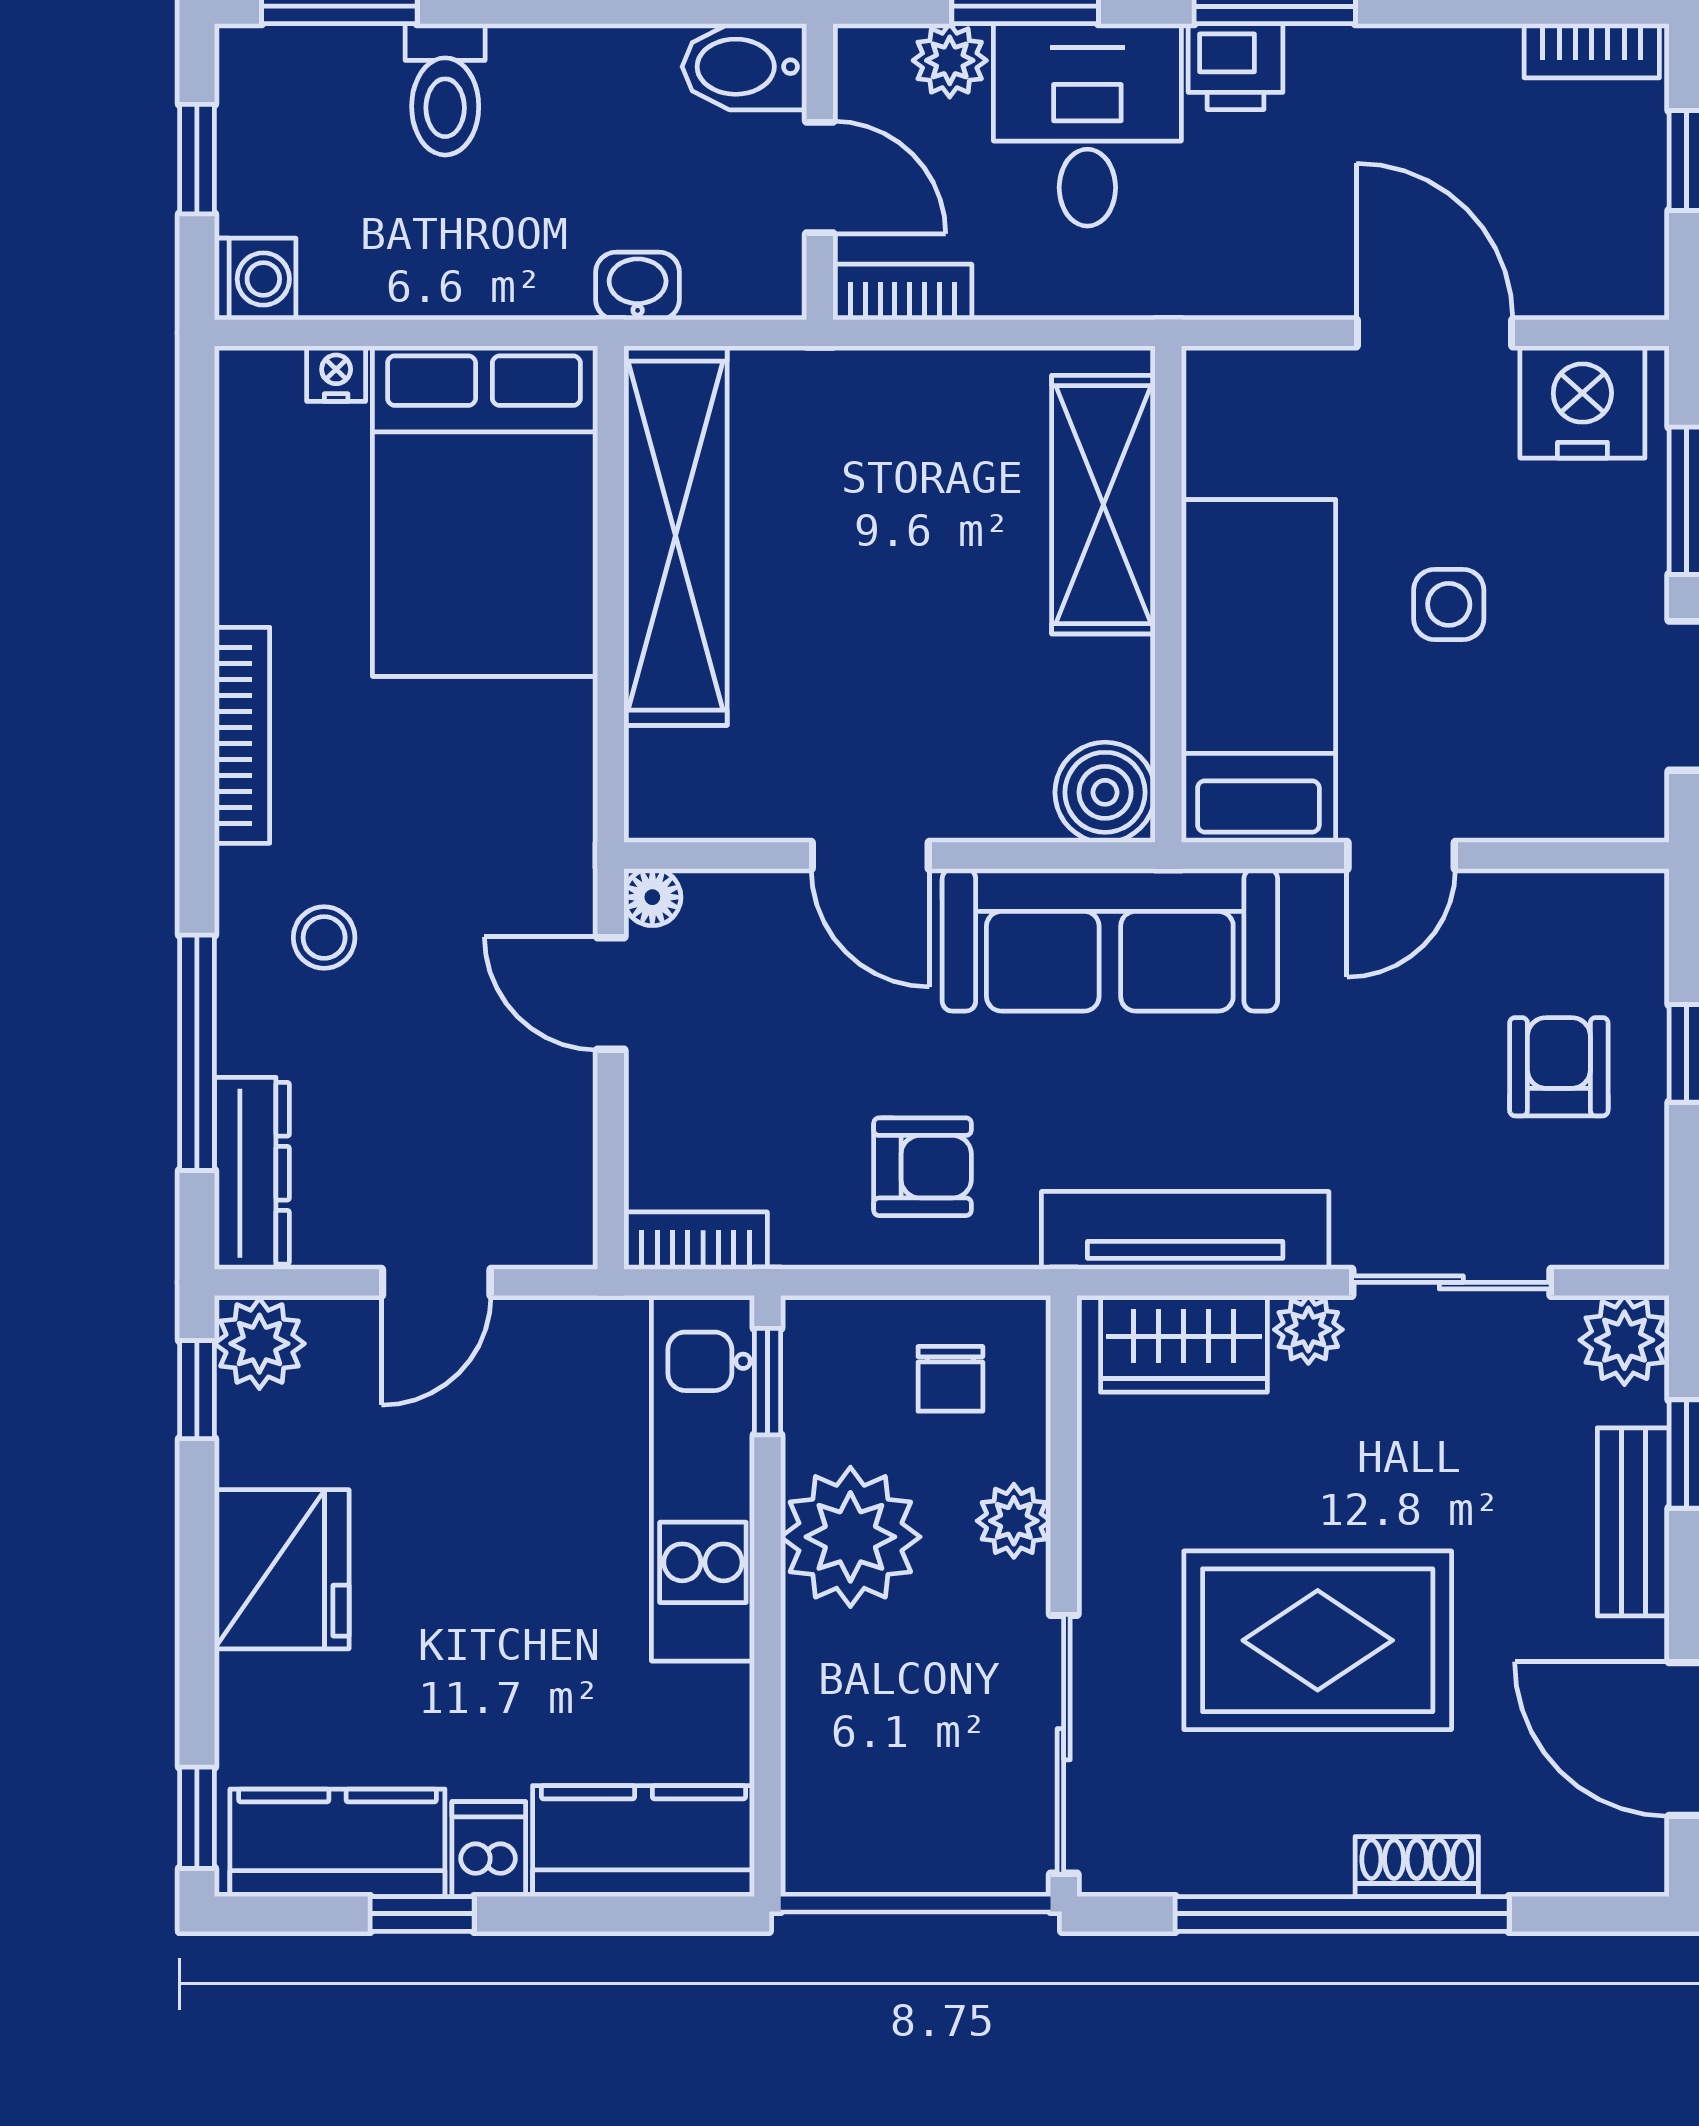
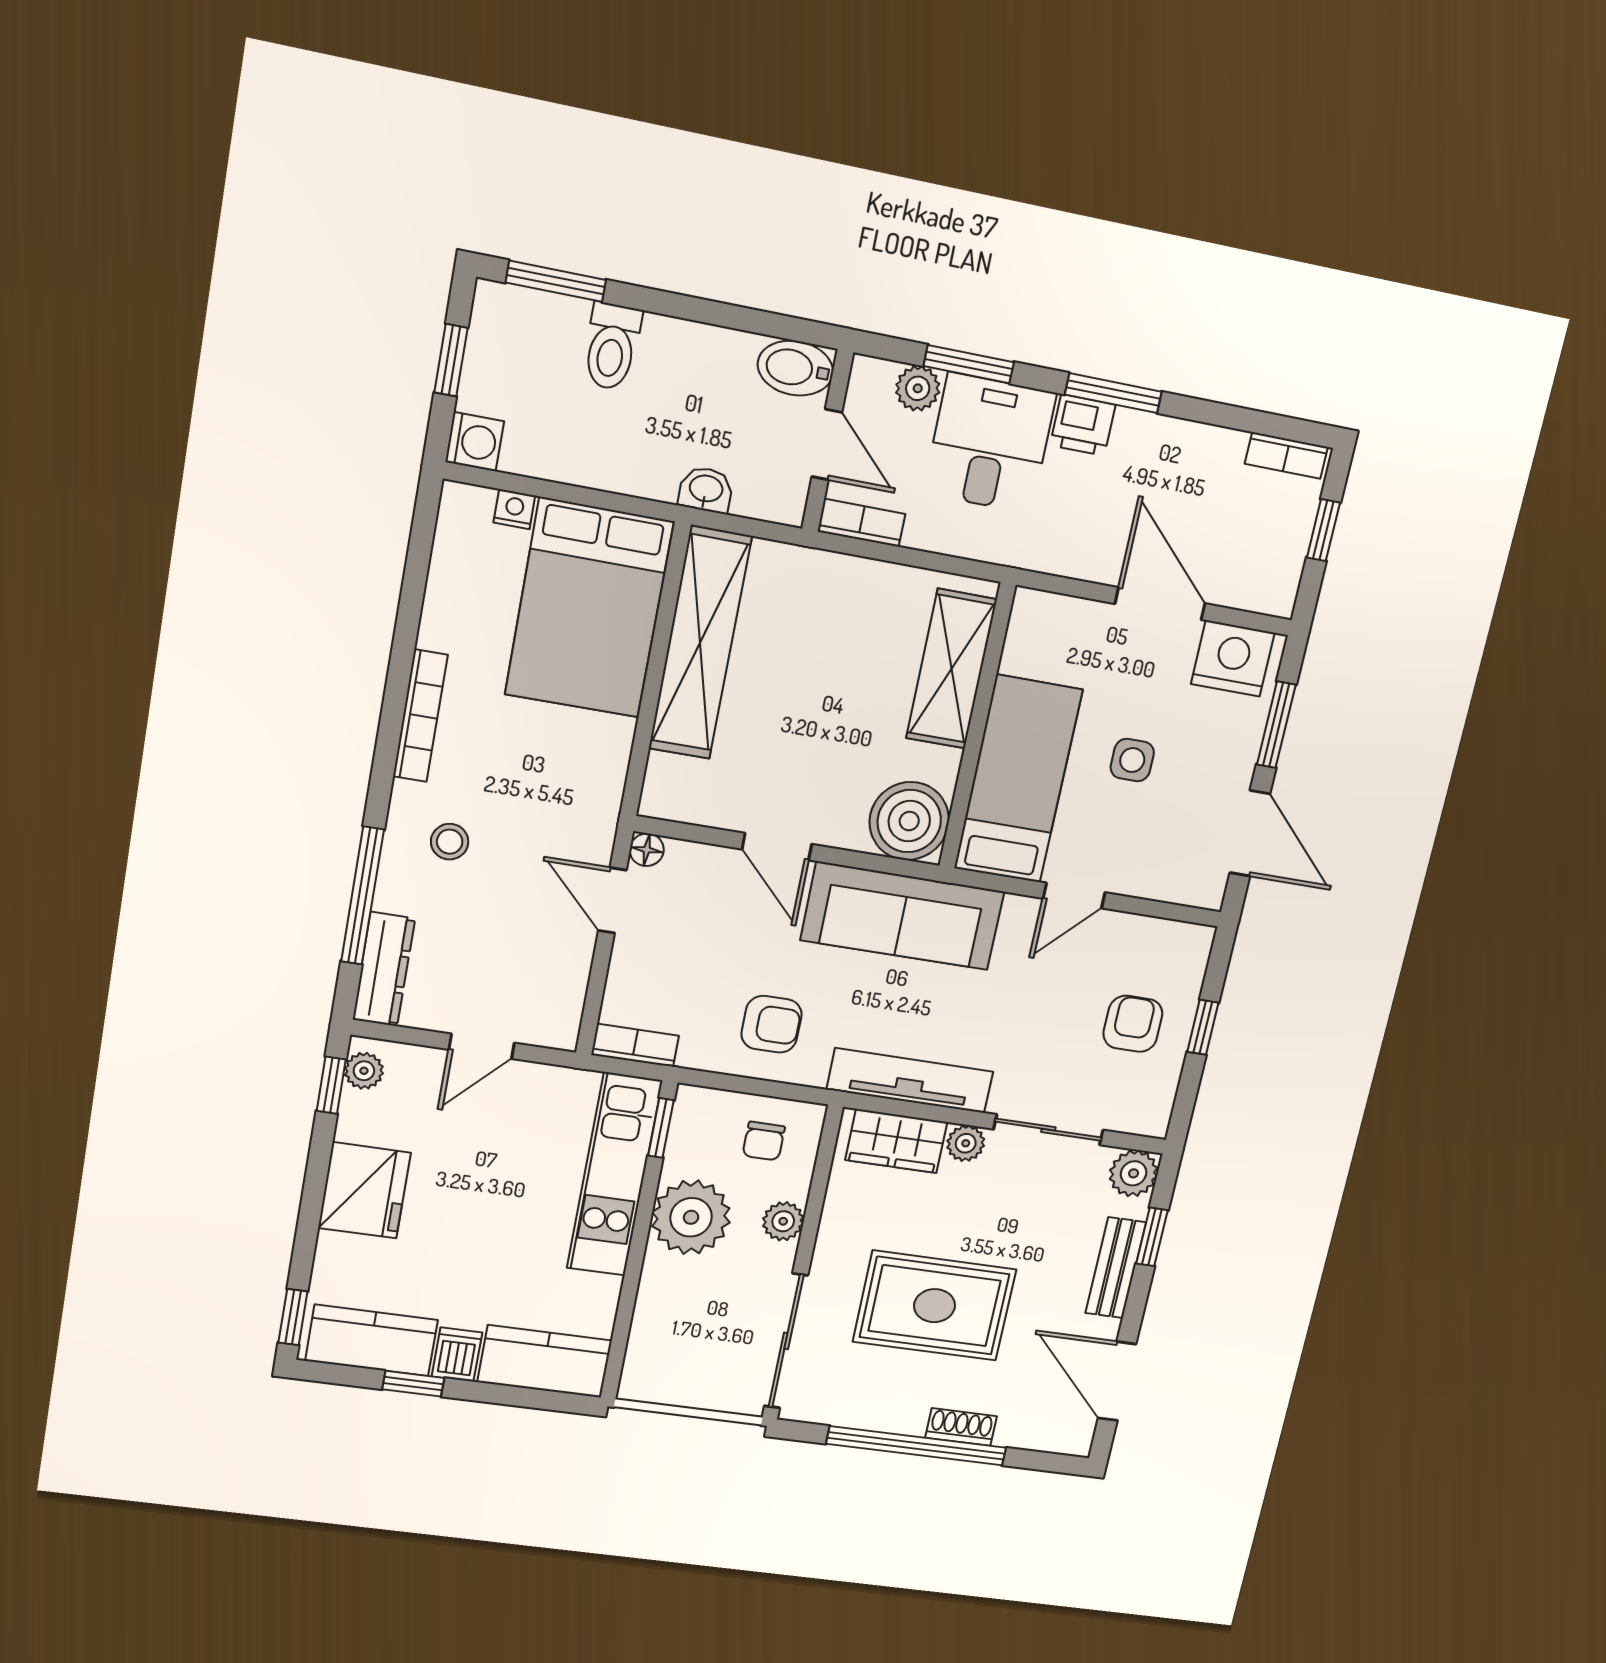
boiler: (1105, 792) -> (909, 821), width x1.37, depth x1.37
plant: (259, 1344) -> (364, 1071), width x0.73, depth x0.73

